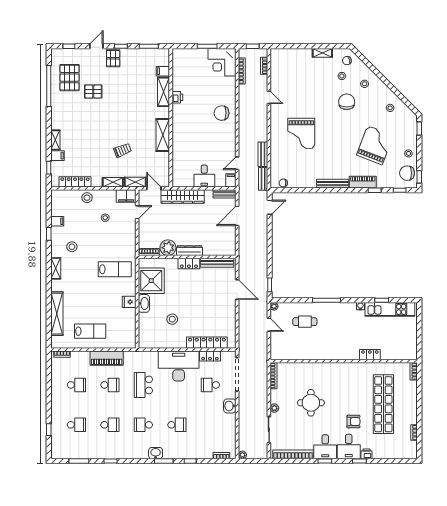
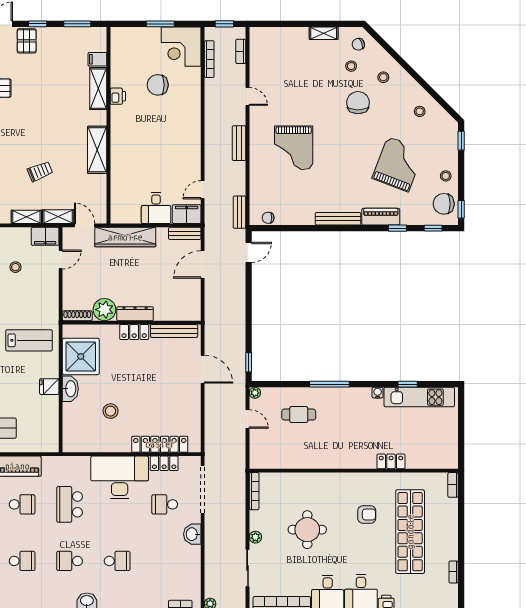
chair: (222, 113) -> (158, 85), moved
bench: (263, 154) -> (239, 143), moved
filing cabinet: (231, 180) -> (187, 214), width x2.00
armchair: (353, 422) -> (367, 515), moved

